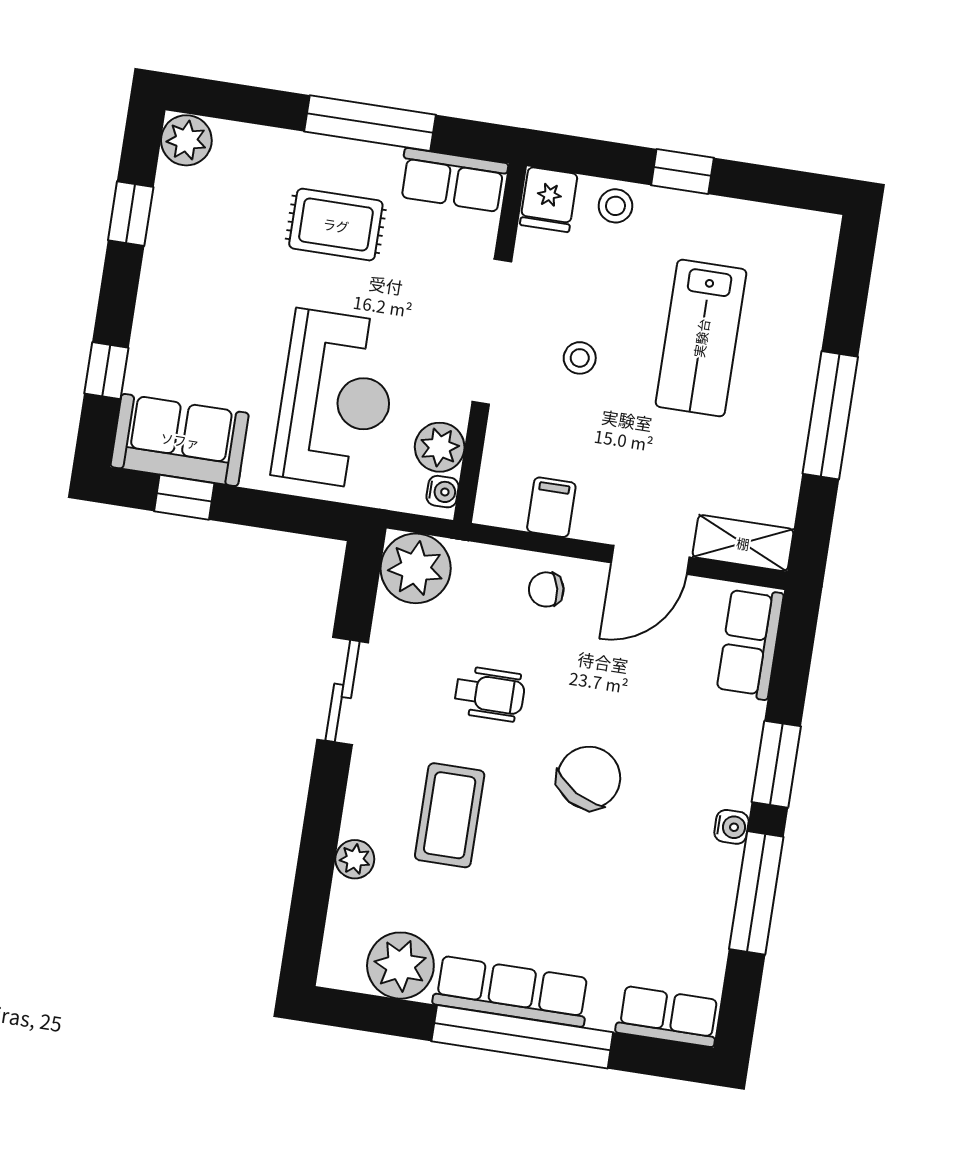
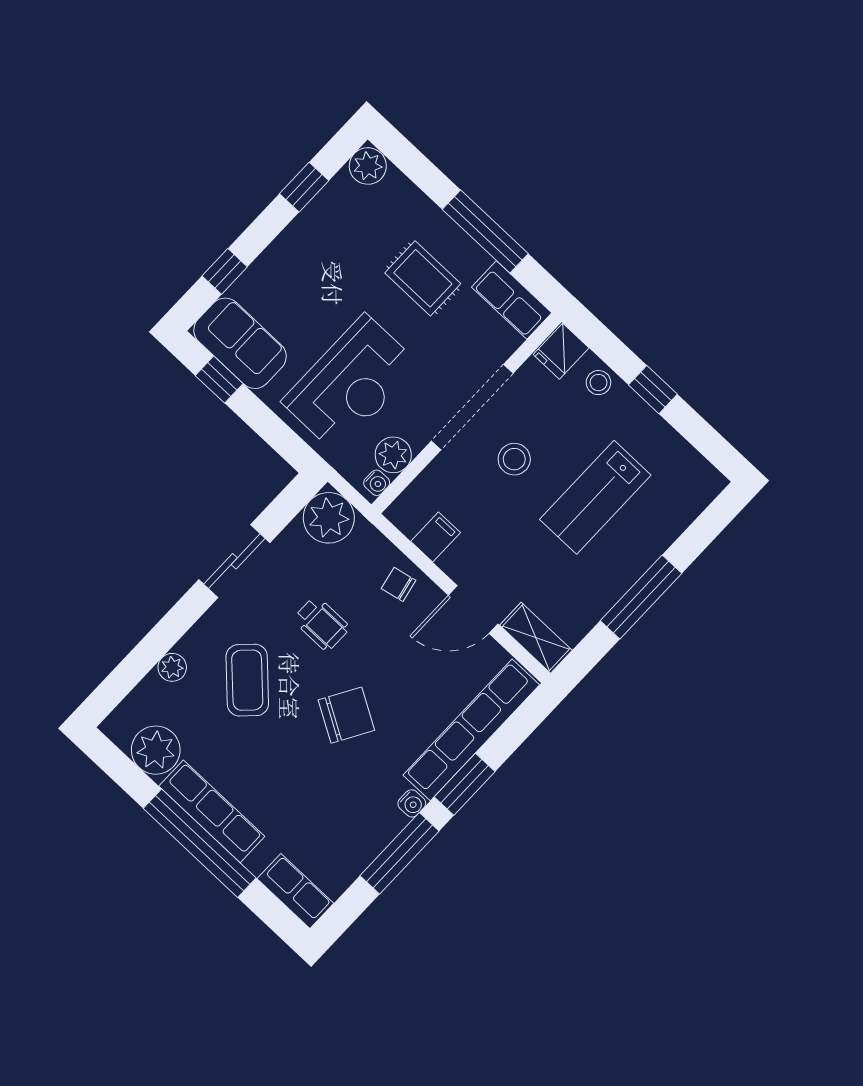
stool: (580, 358) -> (514, 459), width x1.37, depth x1.37
row of seats: (750, 643) -> (471, 730), width x2.02
coffee table: (450, 815) -> (247, 680), turned -45

